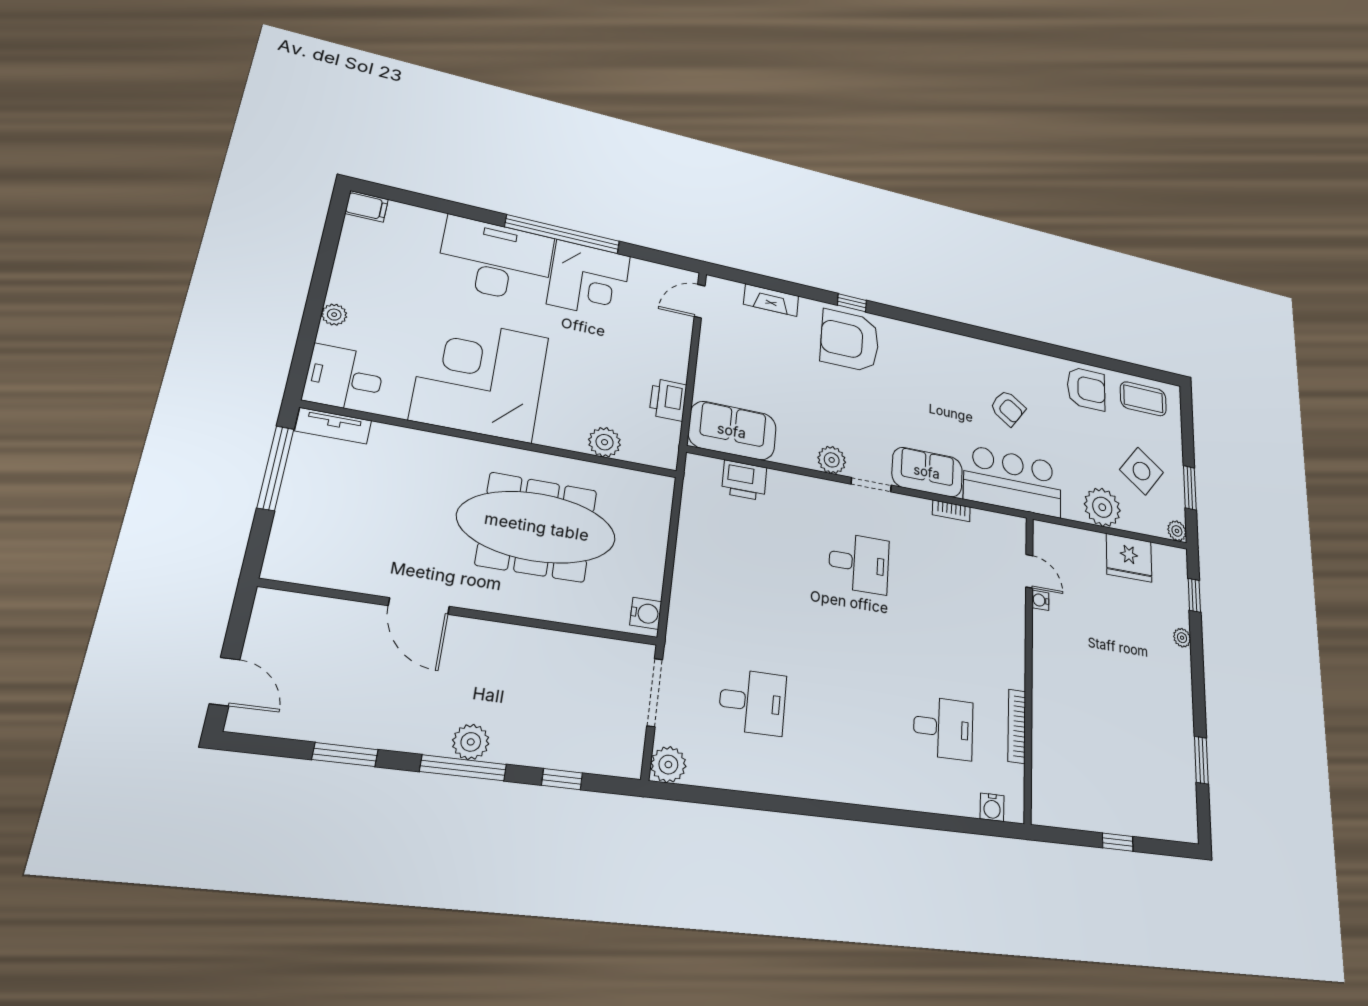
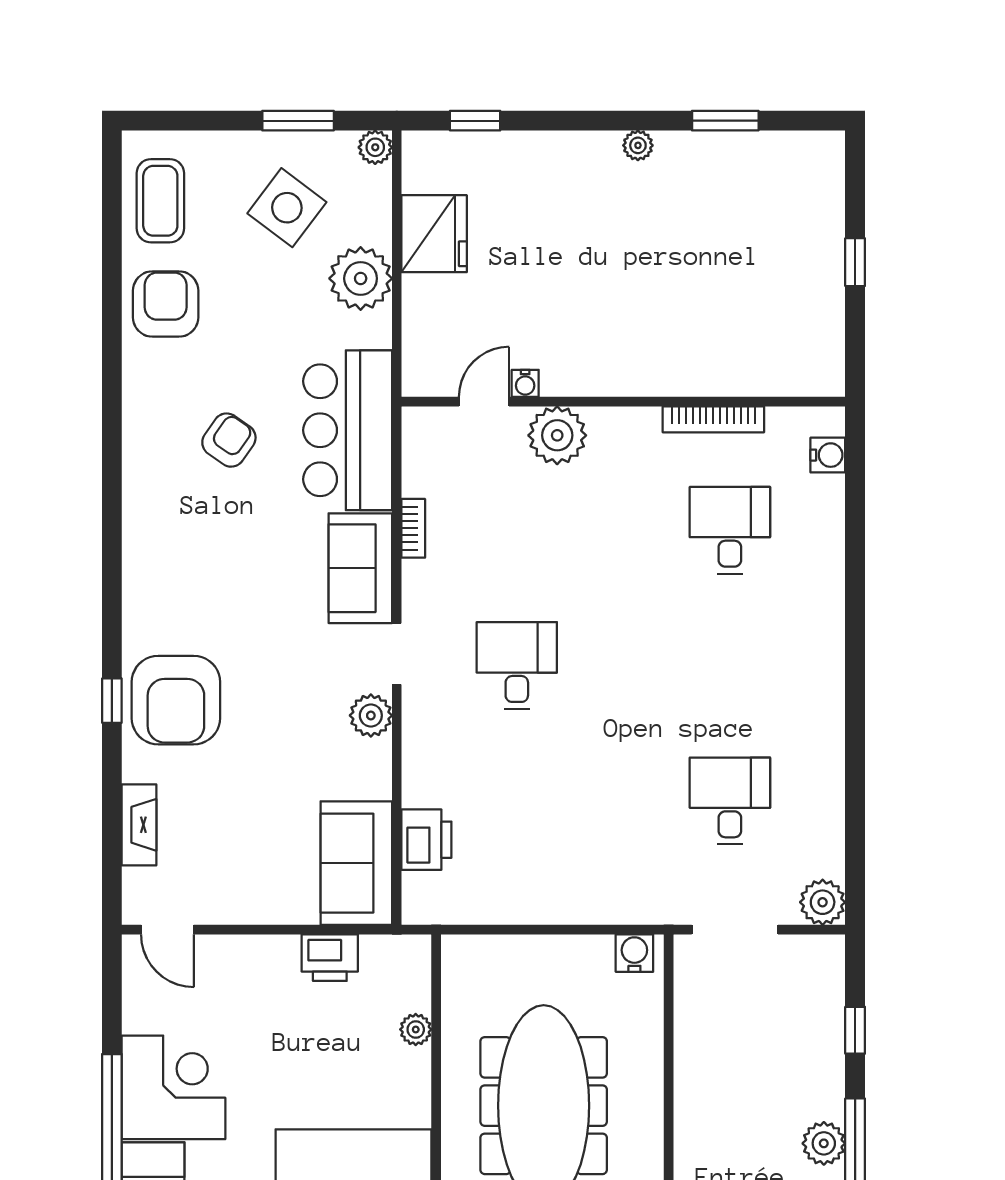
plant: (605, 442) -> (416, 1029), width x0.73, depth x0.73
plant: (1008, 616) -> (557, 435), added
plant: (1182, 638) -> (638, 145), moved

